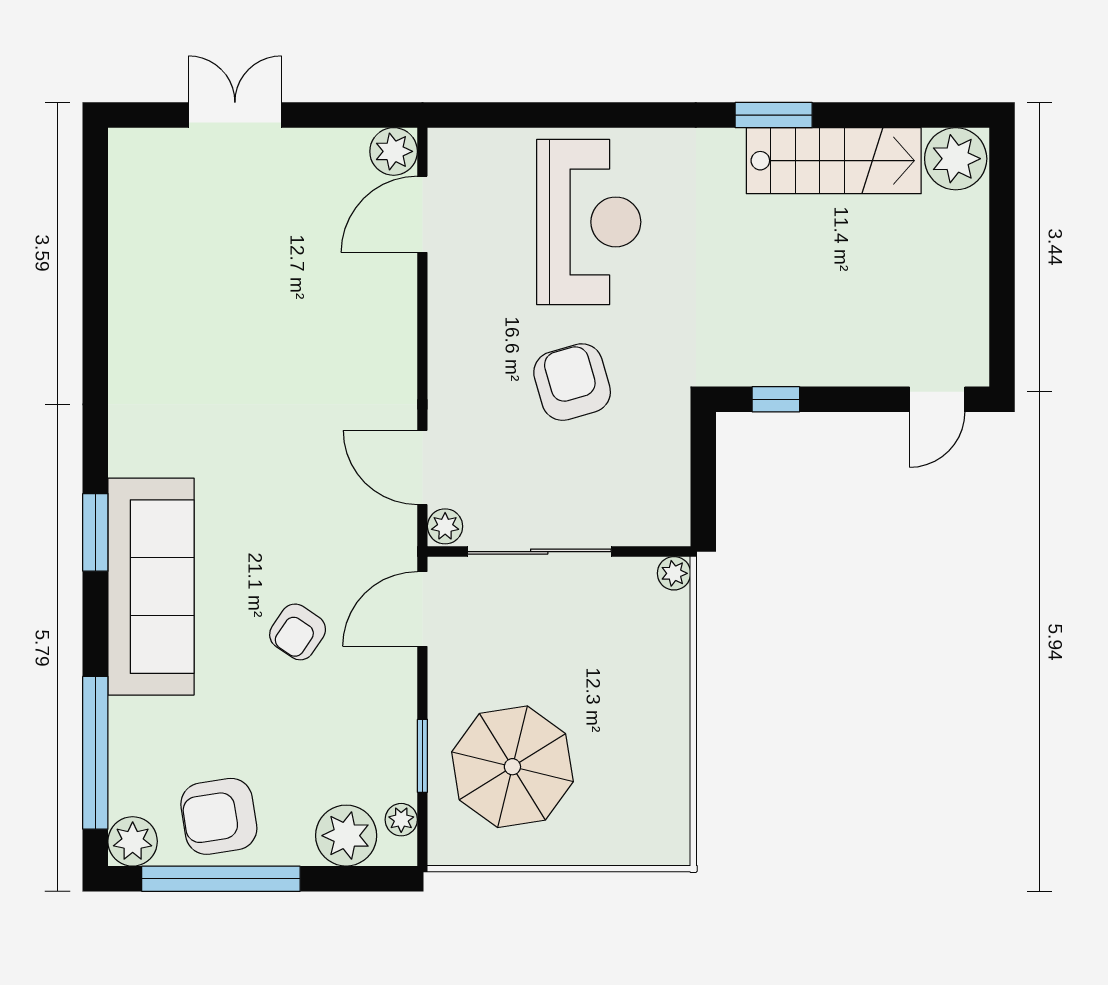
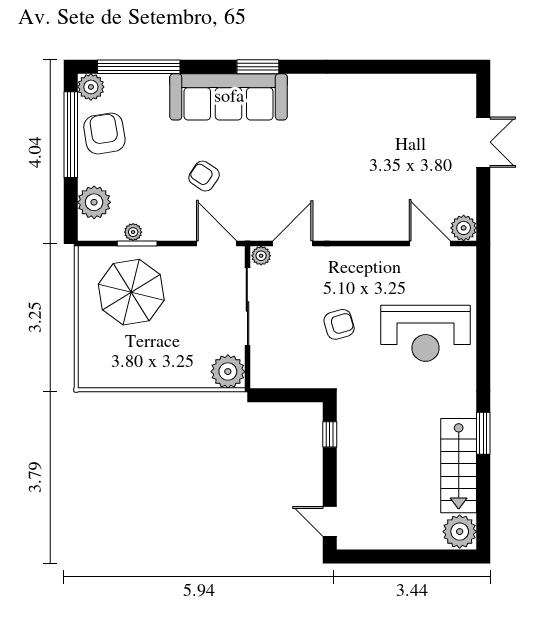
armchair: (572, 382) -> (339, 324), width x0.72, depth x0.72
plant: (674, 573) -> (228, 372), width x1.88, depth x1.88
plant: (401, 820) -> (133, 232), moved

